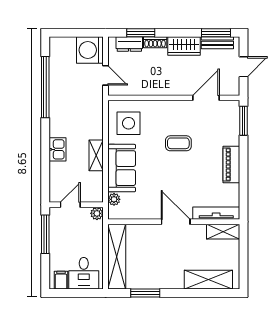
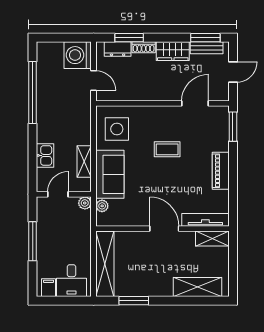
door: (70, 205) -> (58, 194), moved
wall: (76, 205) -> (64, 194), moved
plant: (97, 213) -> (85, 203), moved

